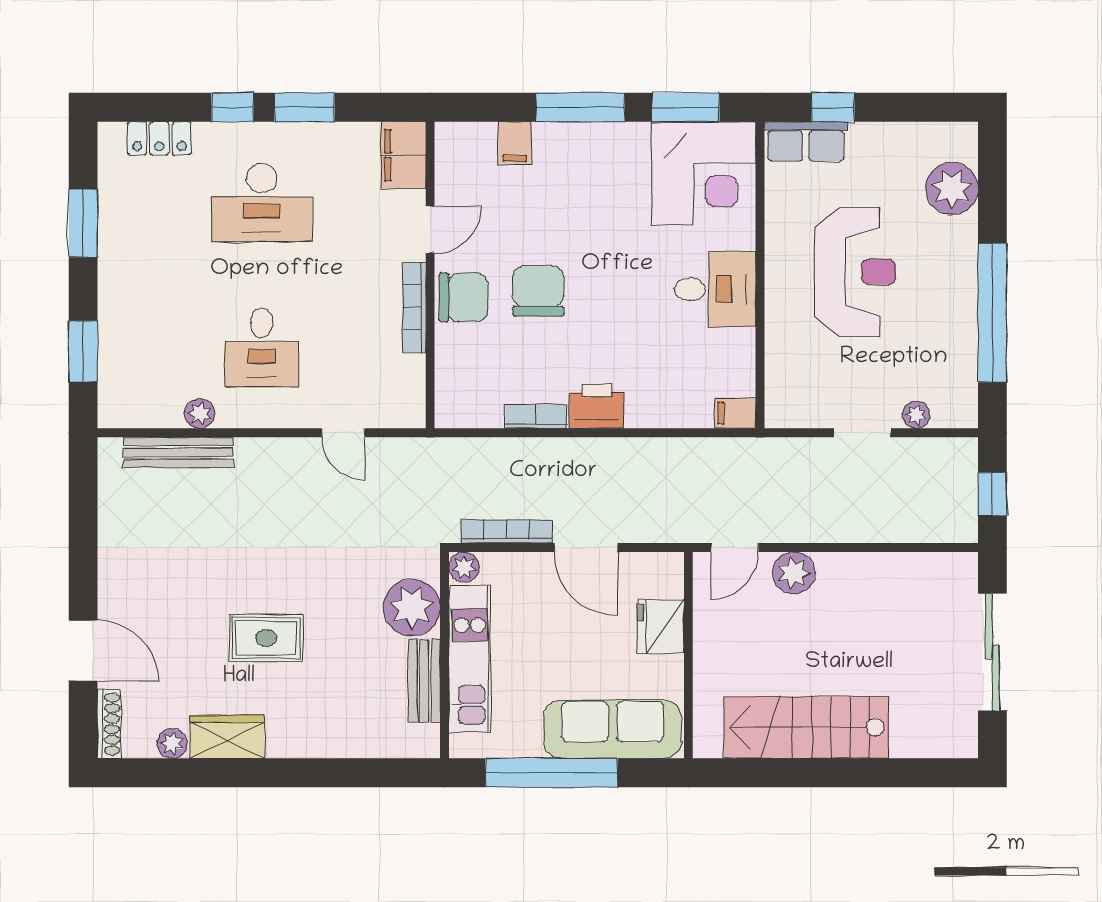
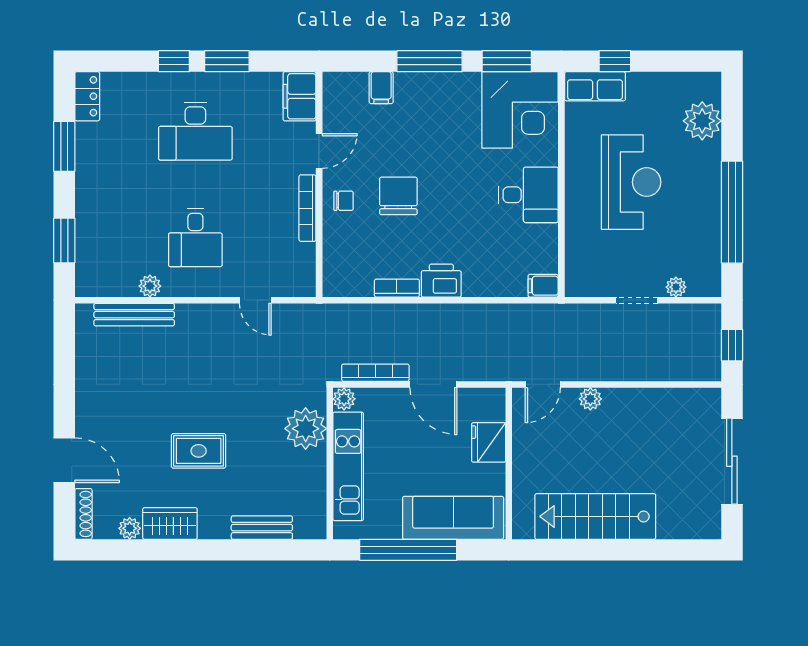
locker: (159, 138) -> (87, 96), moved, turned -90
chair: (463, 297) -> (343, 201), width x0.54, depth x0.54
plant: (794, 573) -> (590, 399), width x0.73, depth x0.73
bench: (424, 681) -> (262, 528), moved, turned 90

